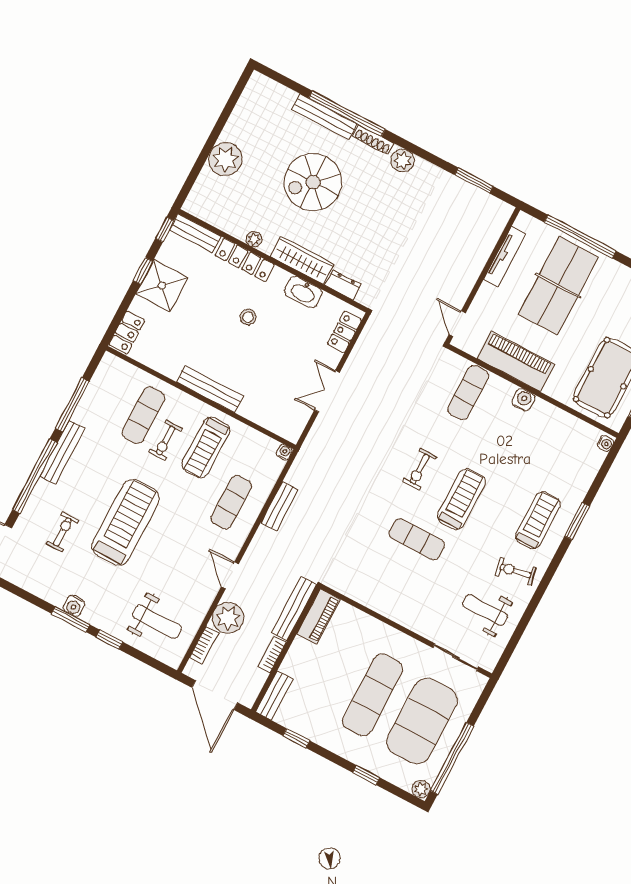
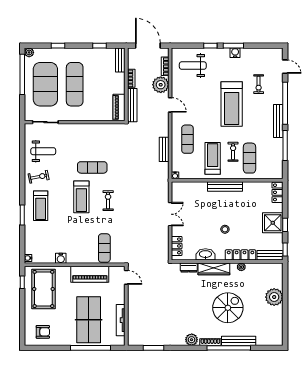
water cooler: (523, 400) -> (61, 258), moved

